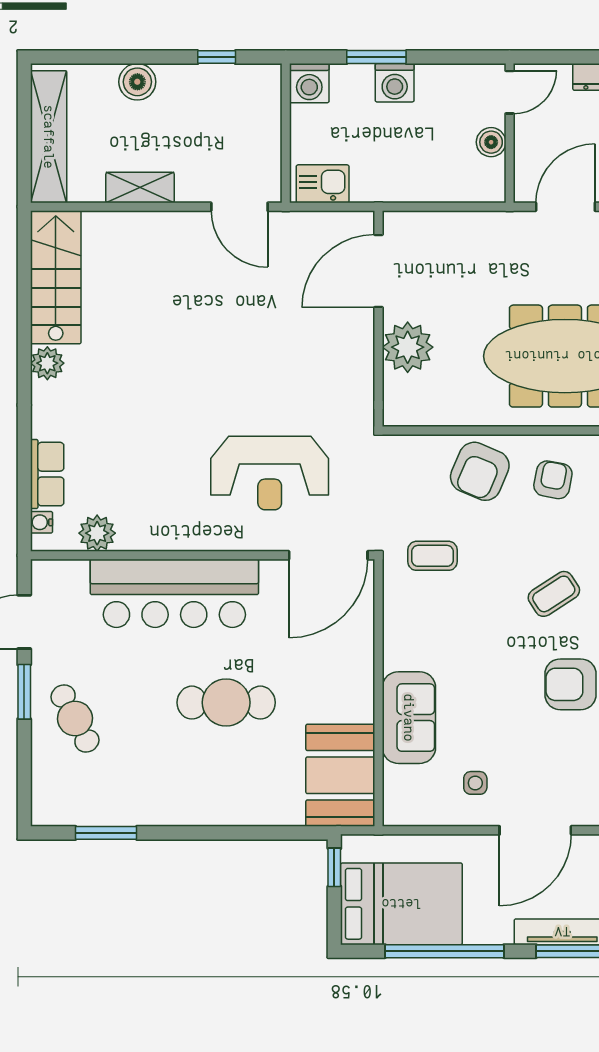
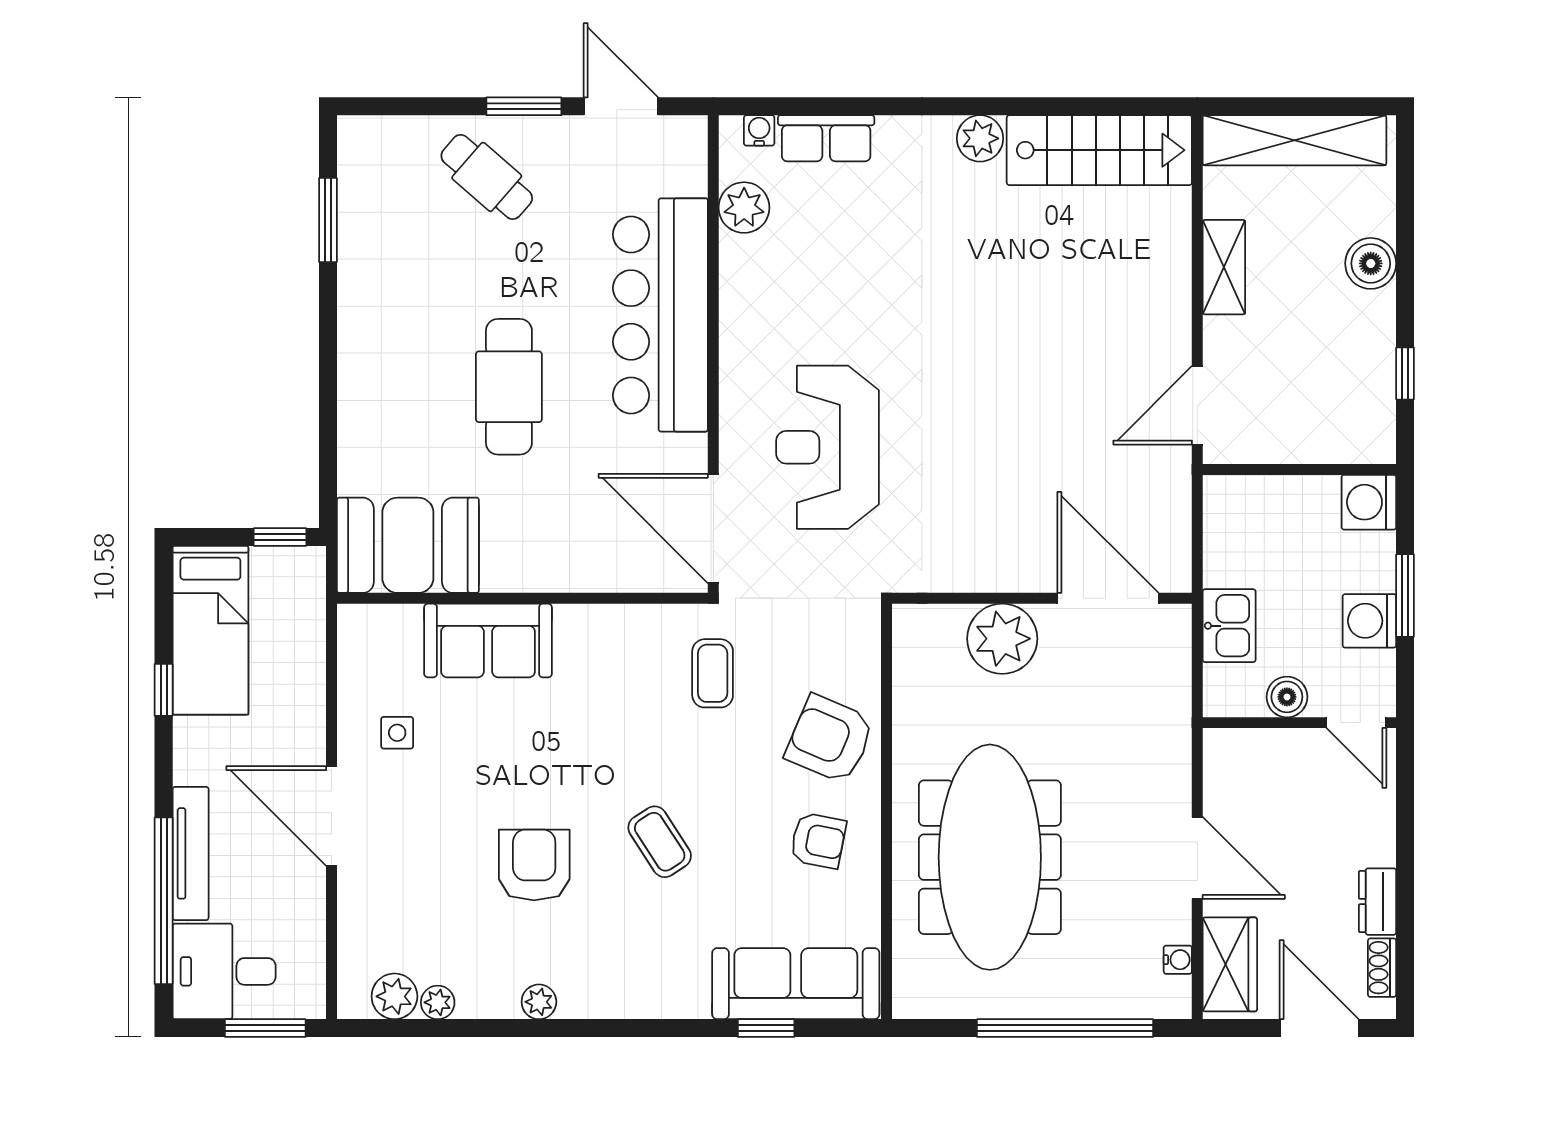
door: (510, 92) -> (1356, 723), moved
wall: (510, 133) -> (1299, 723), moved
boiler: (491, 142) -> (1287, 697), moved
kitchen sink: (323, 184) -> (1229, 626), moved
cafe table: (75, 718) -> (487, 177), turned 69
bed: (401, 904) -> (210, 630), width x0.67
window: (444, 951) -> (164, 690), width x0.32

